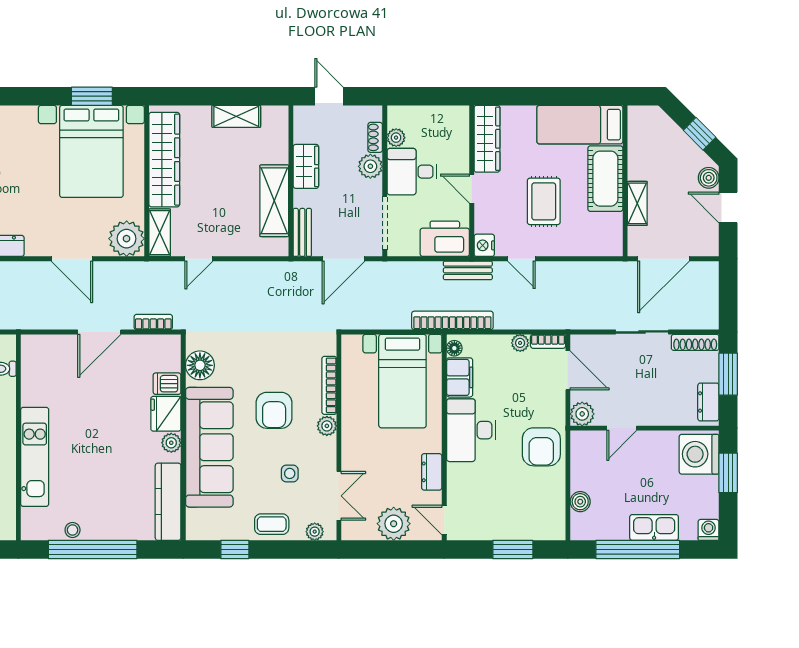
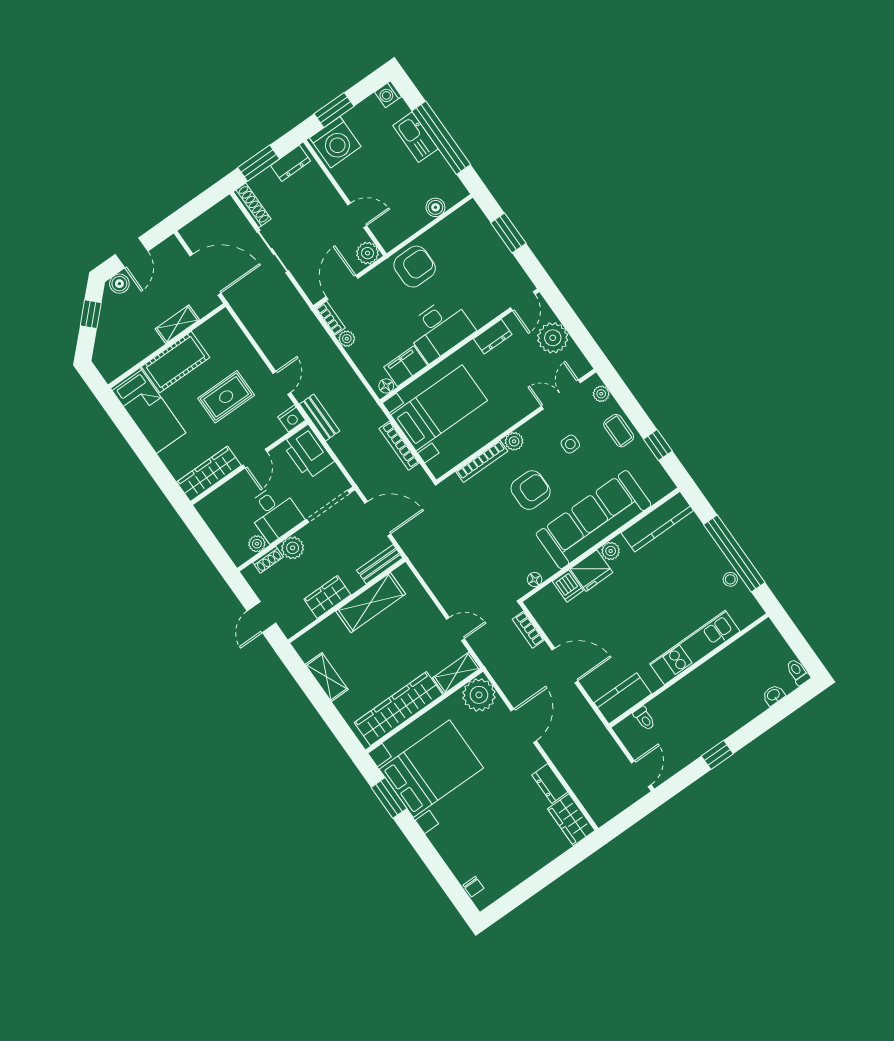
bookcase: (452, 320) -> (399, 446), moved, width x0.68, depth x0.76
kitchen counter: (35, 362) -> (623, 698), added
floor lamp: (200, 365) -> (535, 580), width x0.53, depth x0.53

